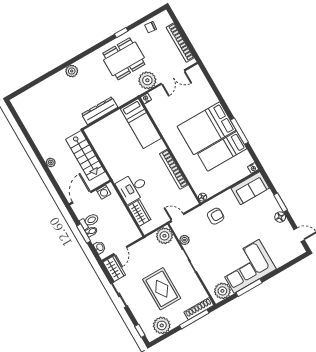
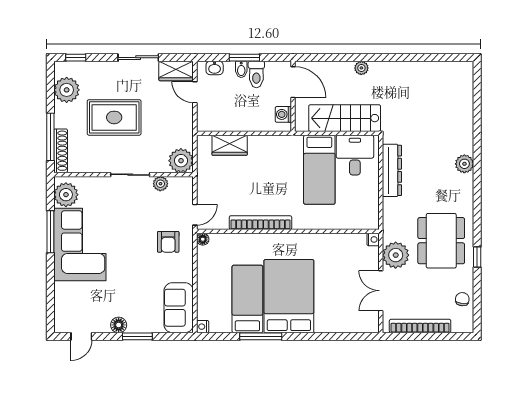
bed: (141, 124) -> (319, 170), moved, turned -90
desk: (132, 188) -> (355, 155), moved
door: (177, 218) -> (195, 215), moved

